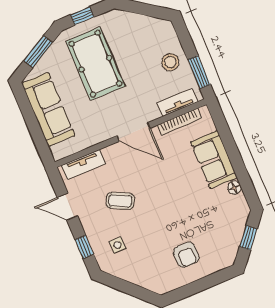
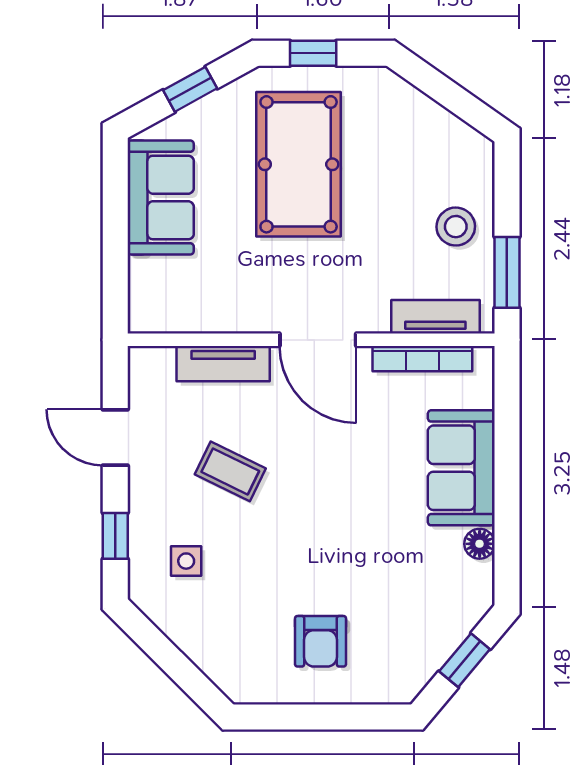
window: (38, 52) -> (190, 89), width x0.67
sofa: (48, 109) -> (161, 197), width x0.73
tv unit: (83, 165) -> (223, 364), moved

